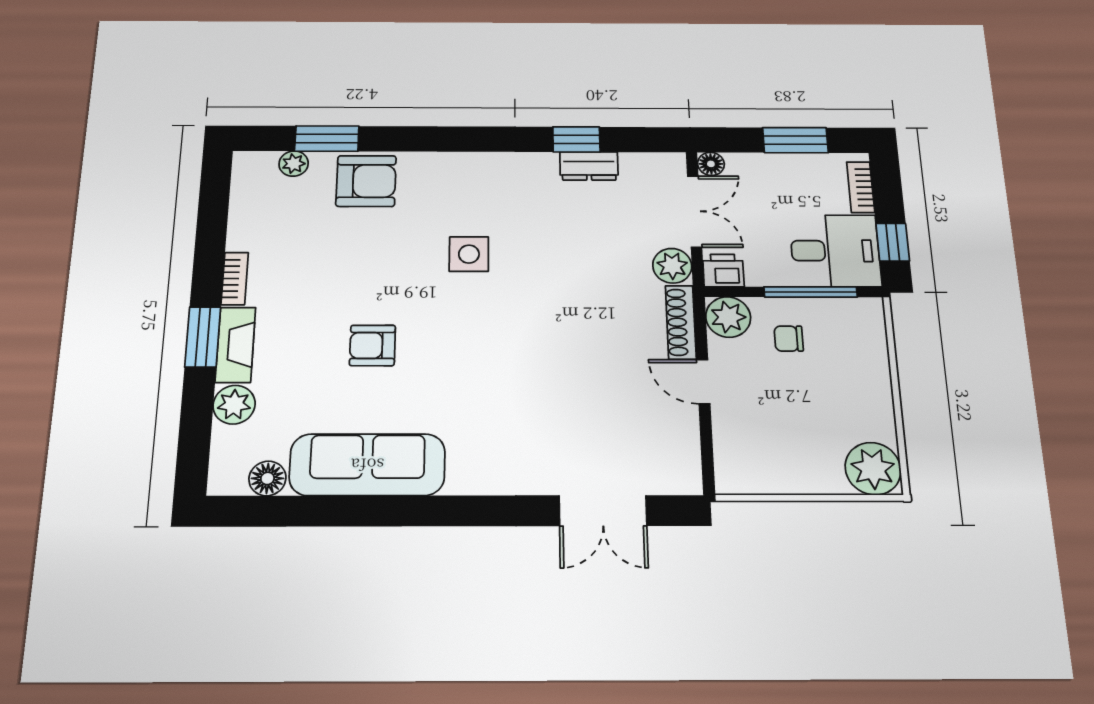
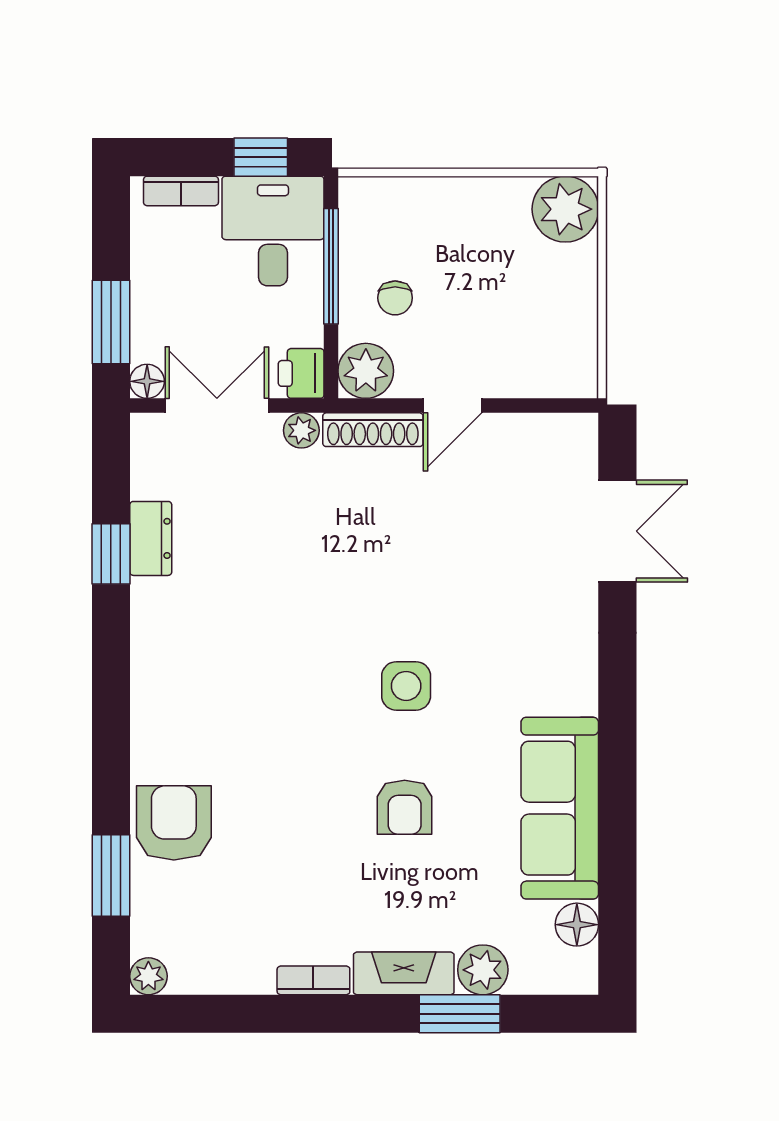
window: (795, 140) -> (111, 322), moved
plant: (294, 164) -> (148, 976), moved
side table: (469, 254) -> (406, 686), moved
plant: (672, 266) -> (301, 430), width x0.73, depth x0.73
window: (203, 337) -> (460, 1014), moved

